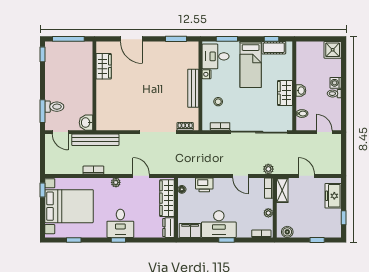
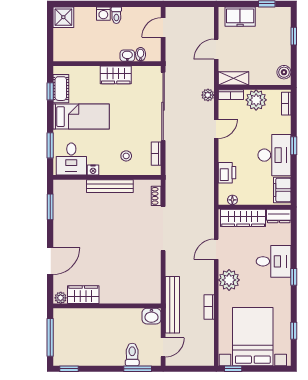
plant: (101, 48) -> (61, 298), added
washbasin: (301, 91) -> (127, 56), moved
plant: (116, 182) -> (229, 280), width x1.88, depth x1.88
plant: (268, 213) -> (256, 100), width x1.88, depth x1.88
desk: (120, 223) -> (274, 261), moved

